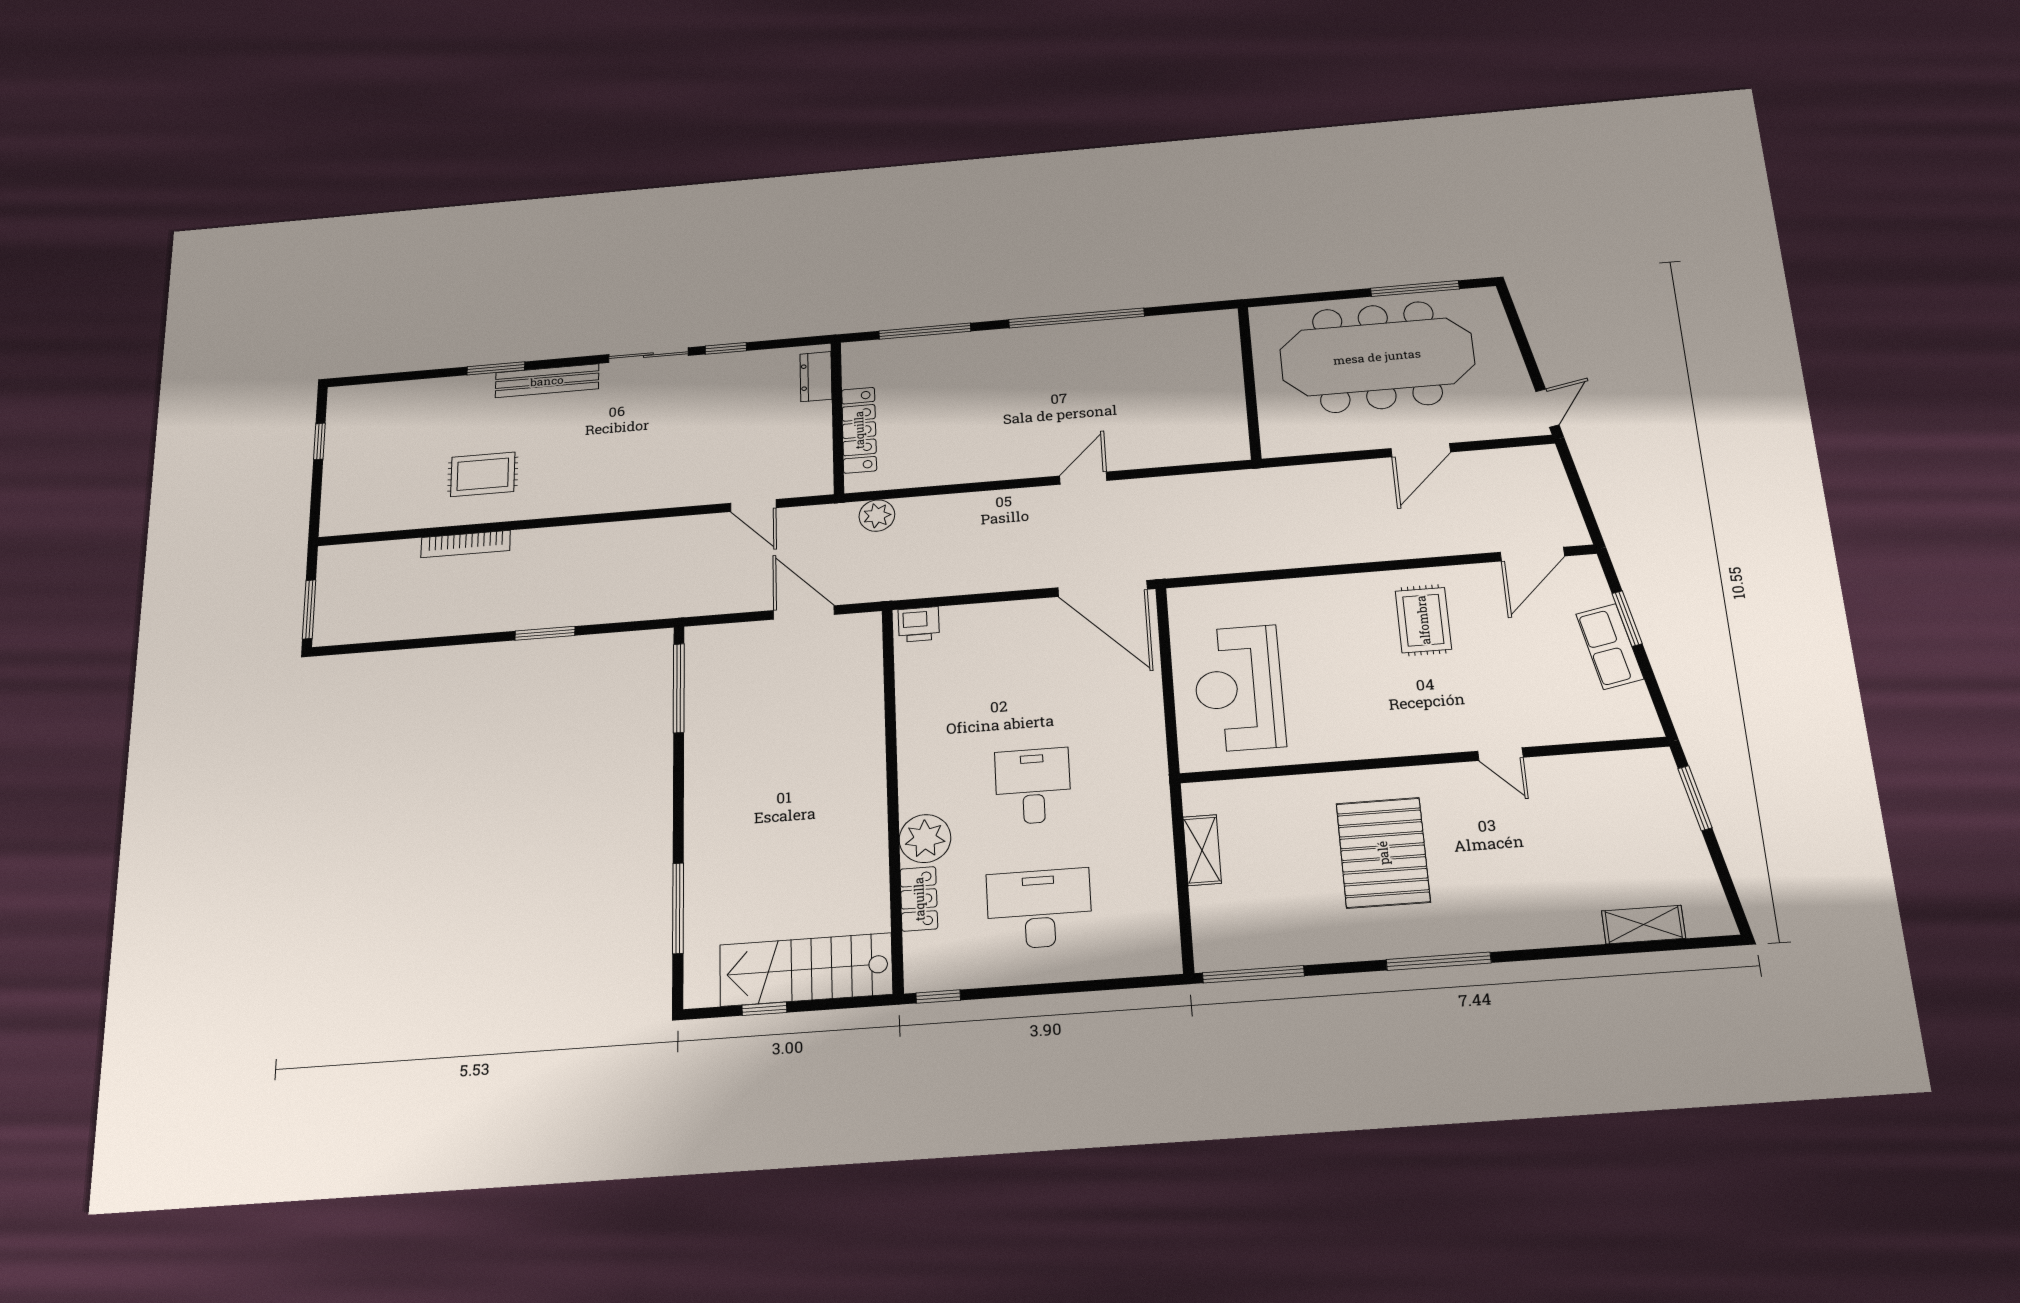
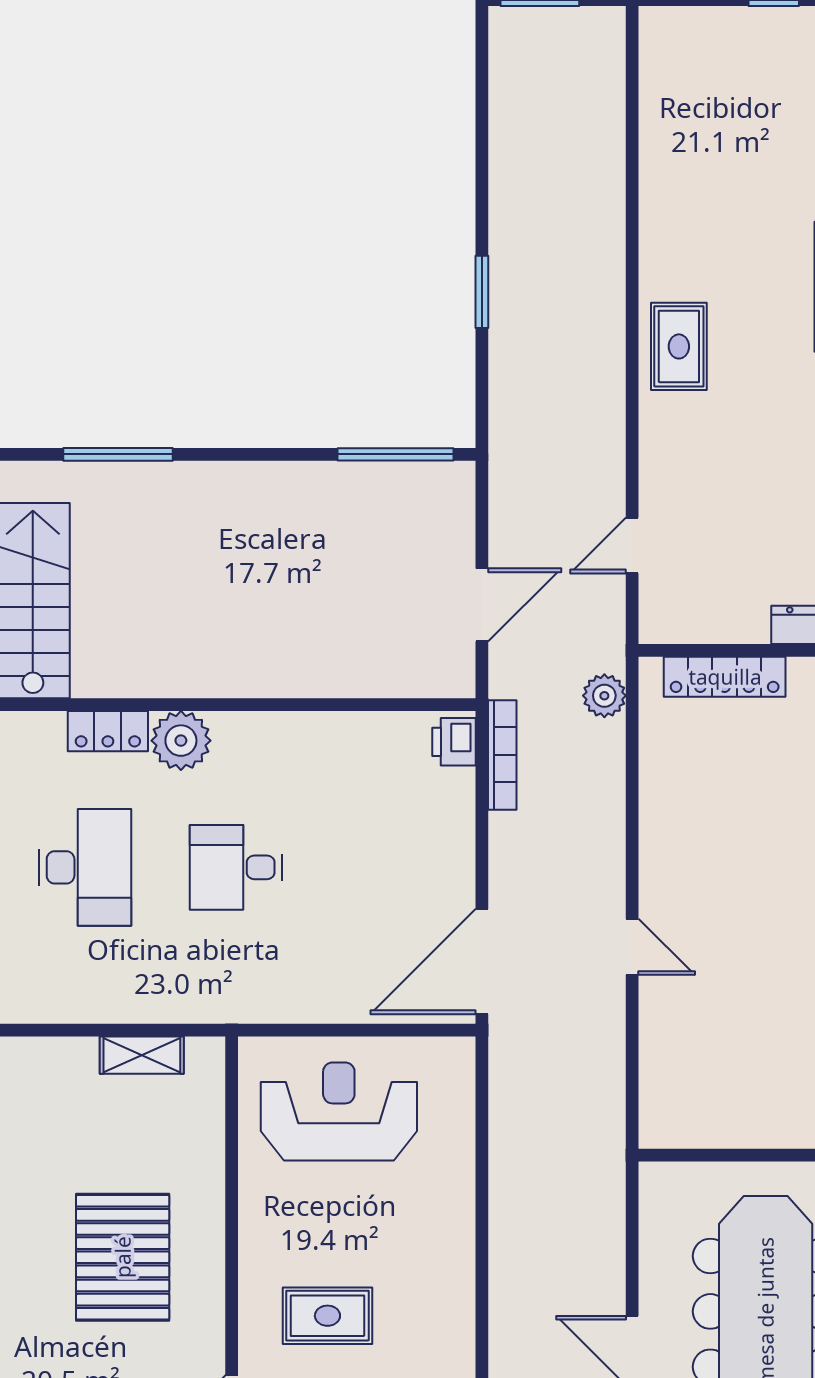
rug: (483, 474) -> (679, 346), moved
bookcase: (466, 544) -> (502, 755), moved, turned 180
rug: (1423, 620) -> (327, 1316), moved
desk: (1033, 786) -> (236, 867), turned 180
pallet: (1383, 853) -> (123, 1257), turned 90

